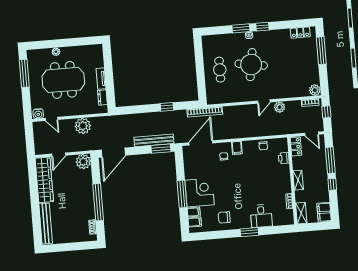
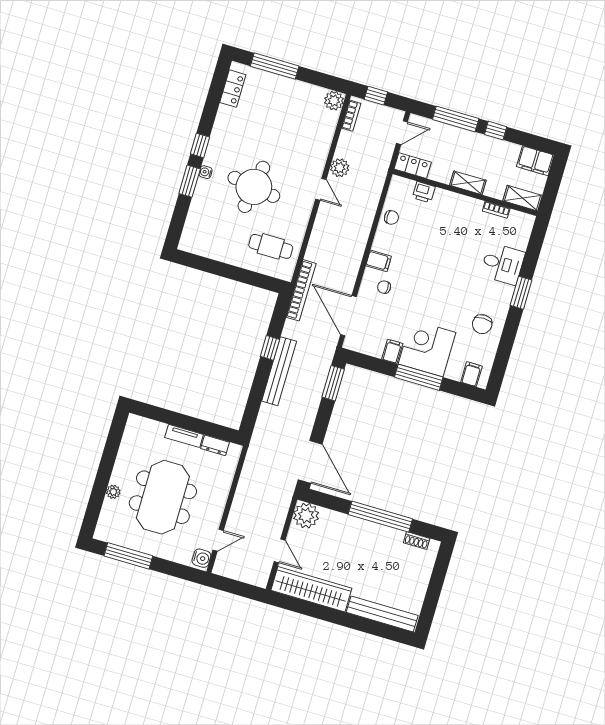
cafe table: (220, 70) -> (271, 246), moved
plant: (83, 126) -> (249, 494), removed
bench: (154, 140) -> (279, 371), moved
filing cabinet: (194, 212) -> (392, 351), moved

